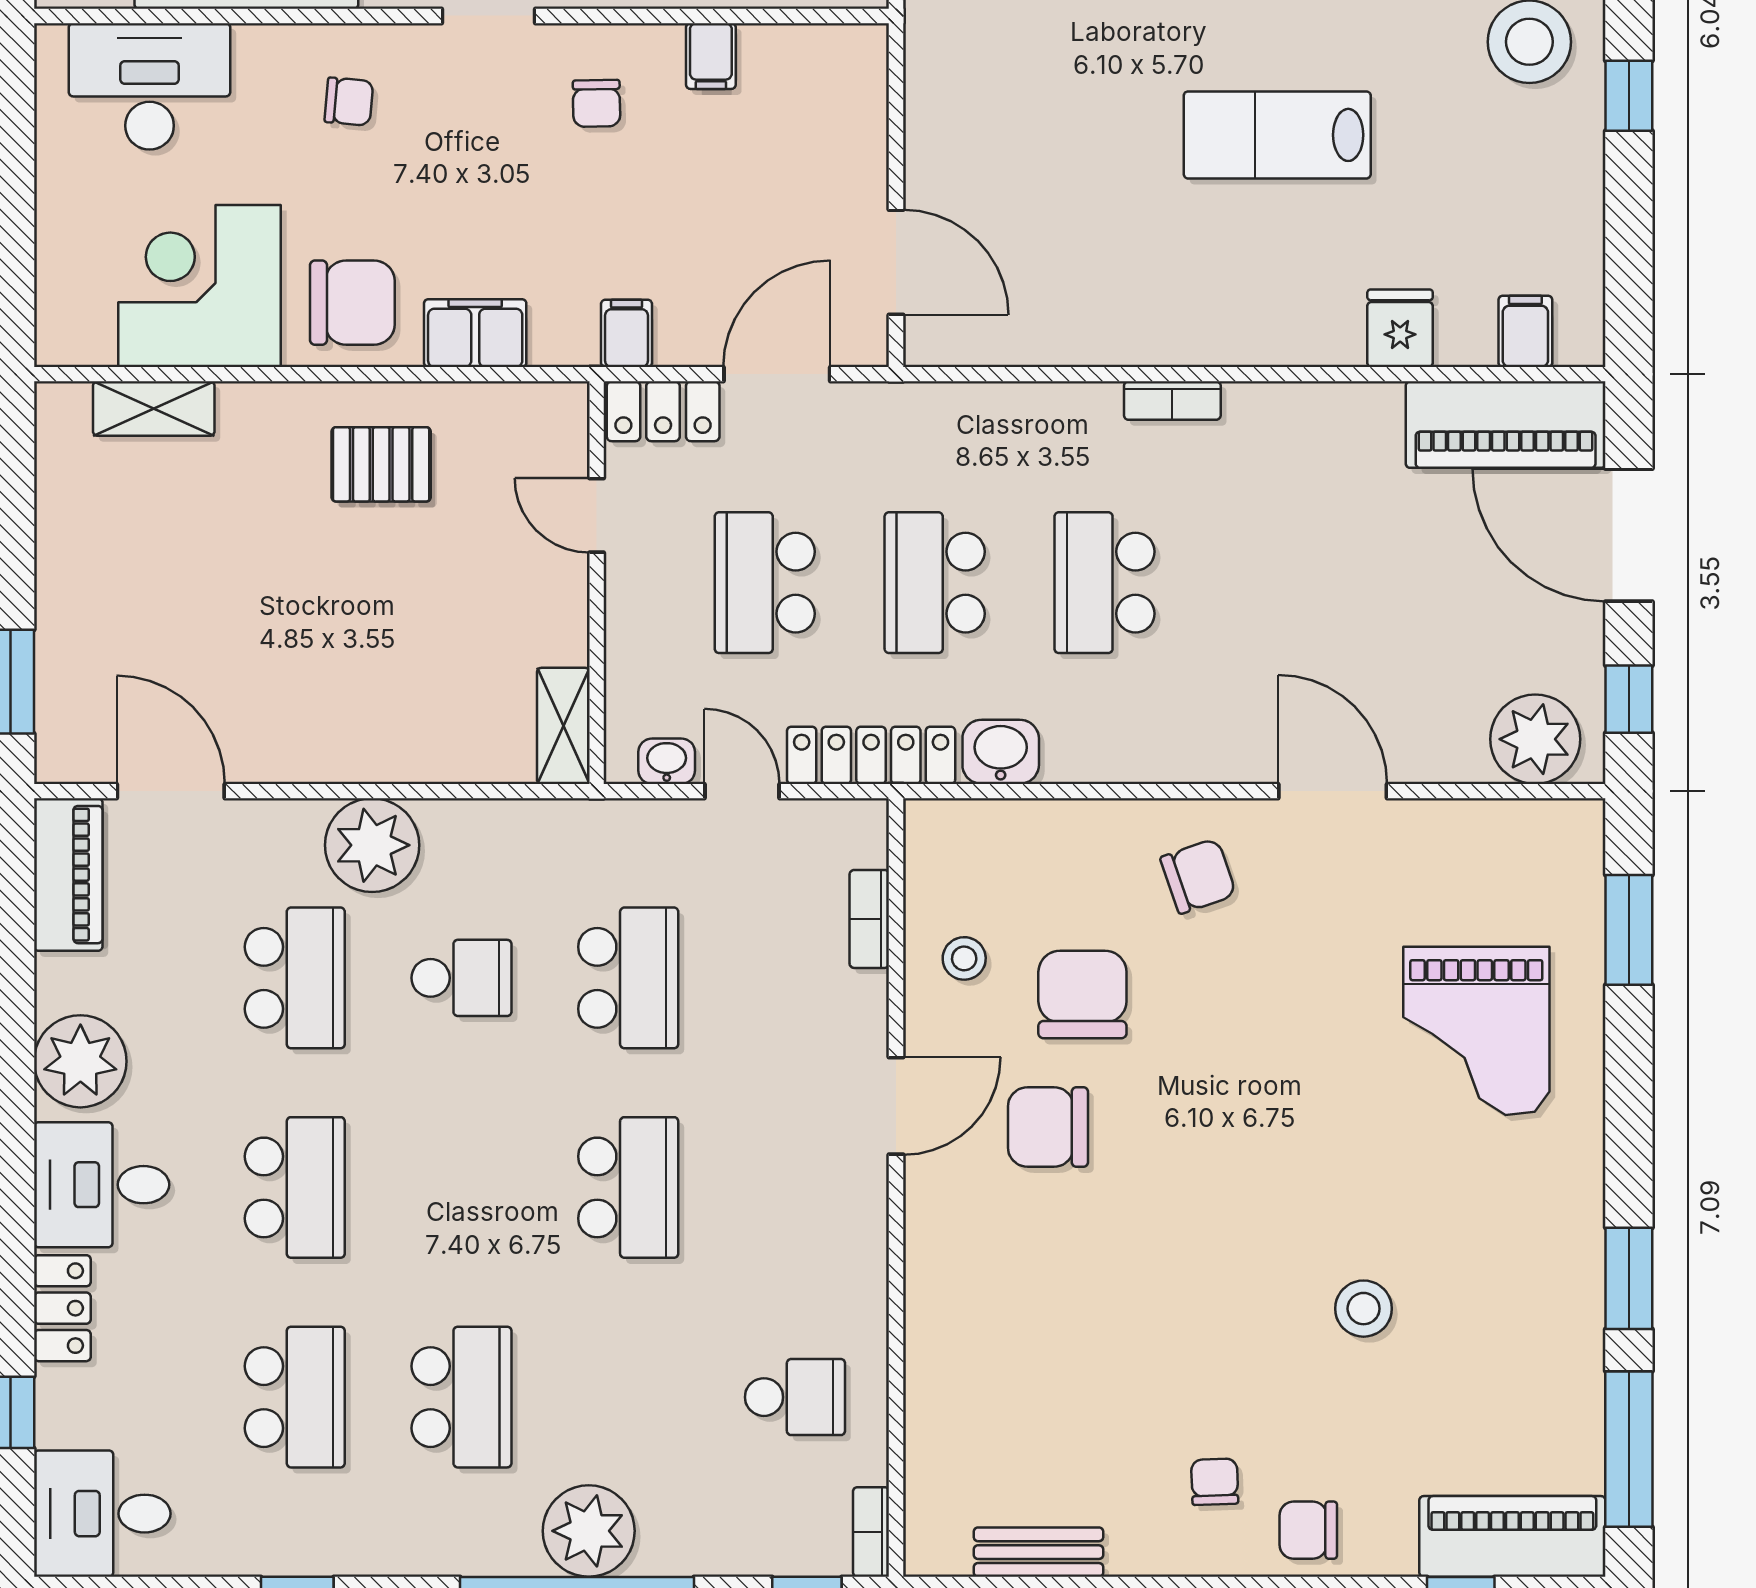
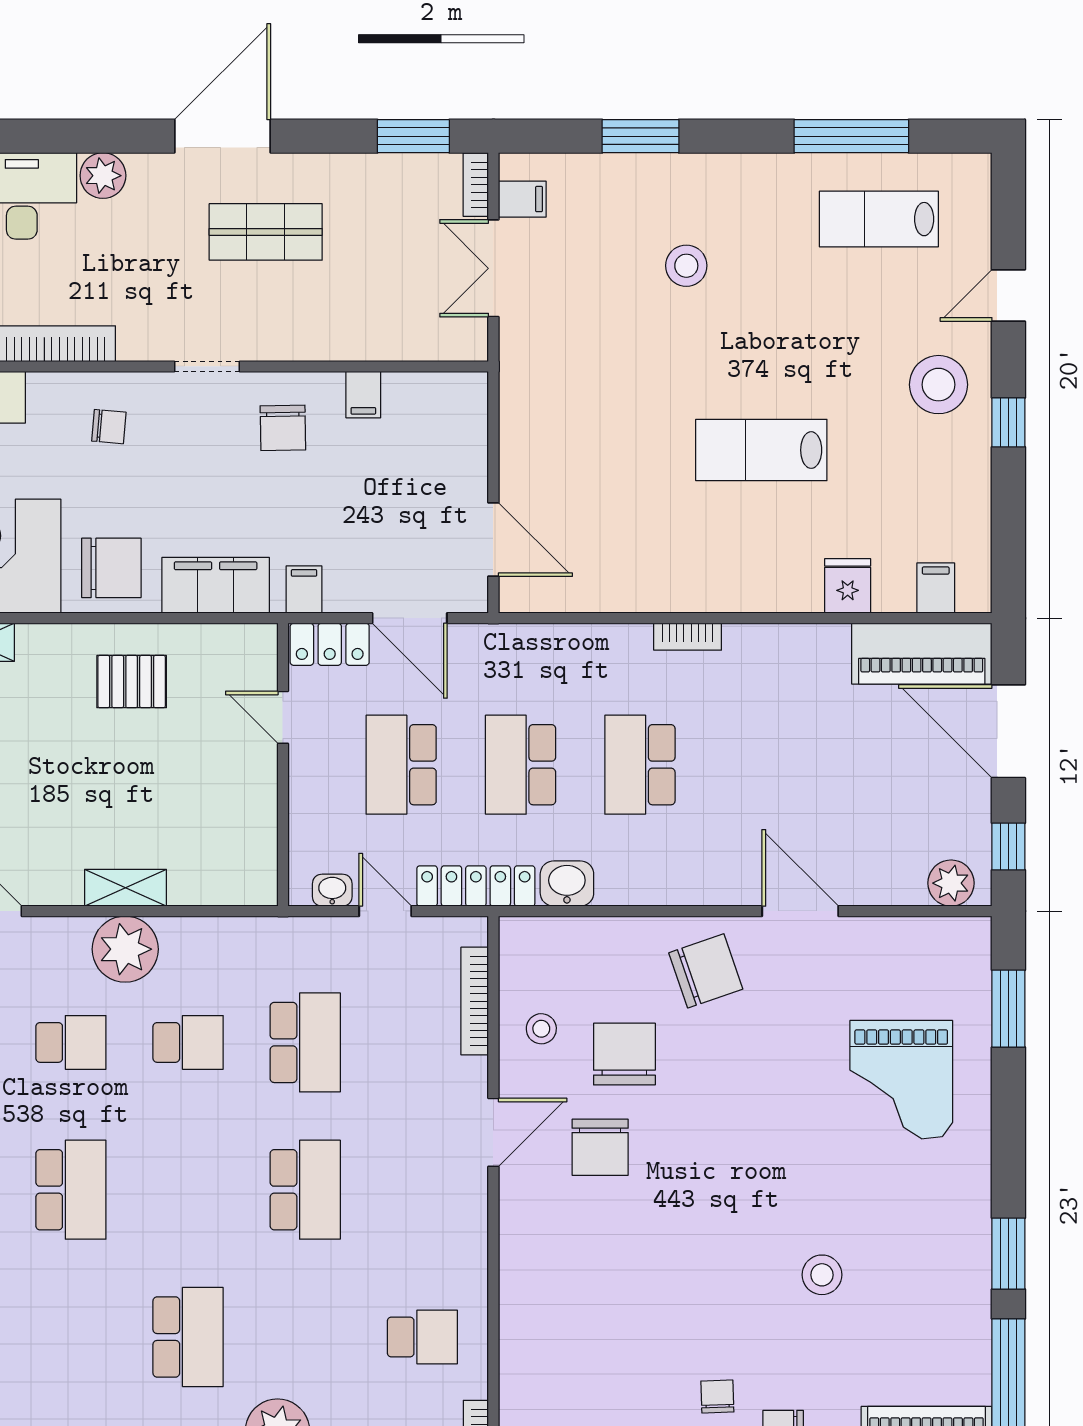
chair: (596, 103) -> (283, 428), width x1.37, depth x1.37
filing cabinet: (475, 333) -> (216, 585), width x1.50, depth x1.17
door: (777, 374) -> (410, 618), swing flipped
shelving: (563, 726) -> (126, 888), moved, turned 90
plant: (1535, 739) -> (951, 883), width x0.73, depth x0.73
chair: (1198, 876) -> (706, 971), width x1.37, depth x1.37
bookcase: (869, 919) -> (475, 1001), width x1.56
school desk: (295, 978) -> (71, 1042), width x0.54
chair: (1048, 1127) -> (600, 1147), turned -90
school desk: (295, 1397) -> (71, 1337), removed

